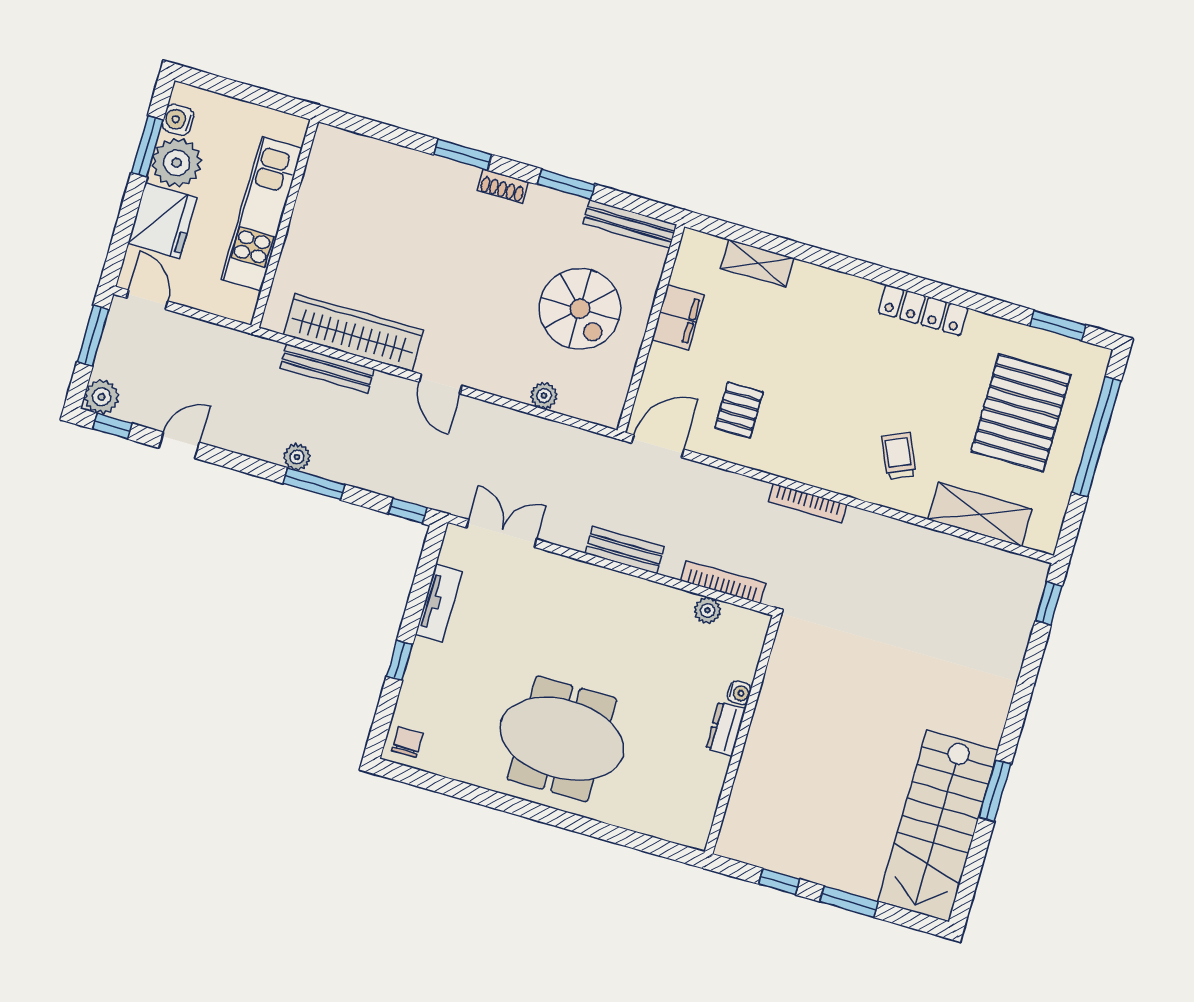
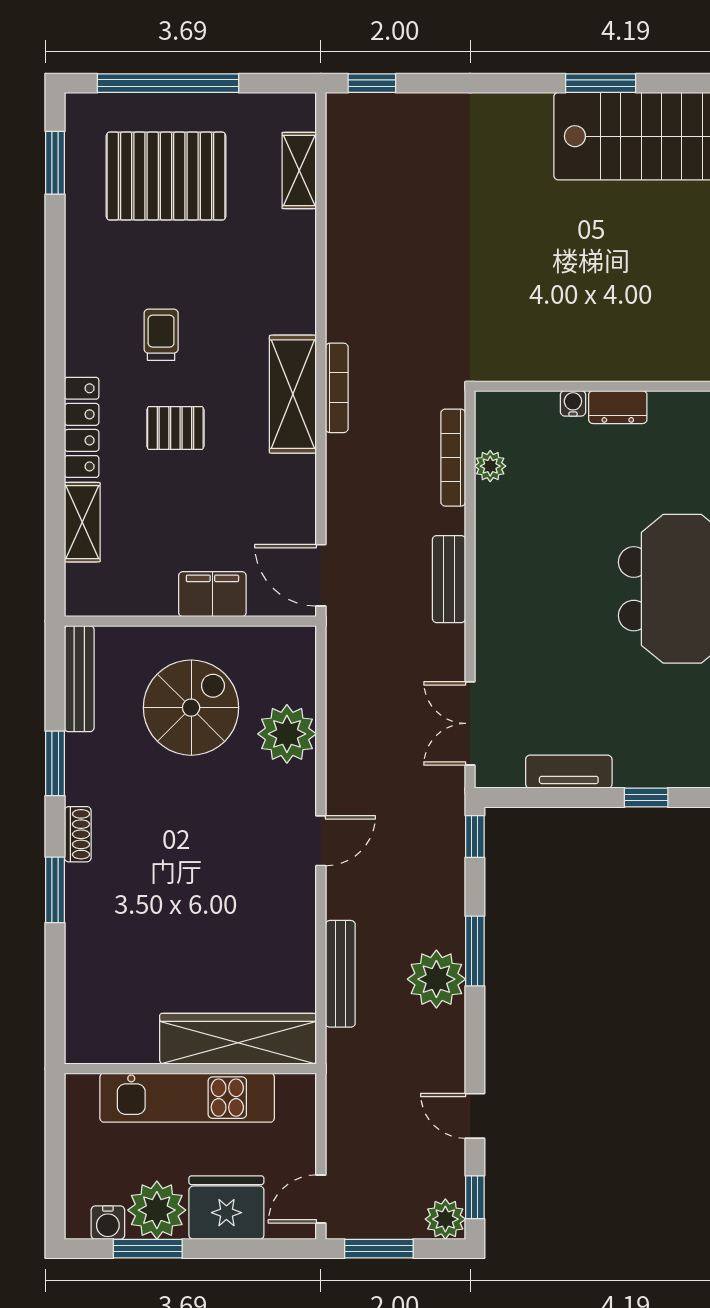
locker: (923, 310) -> (82, 427), moved
filing cabinet: (678, 317) -> (212, 594), moved
wardrobe: (353, 332) -> (238, 1039), moved, turned 90
plant: (544, 396) -> (287, 734), width x1.88, depth x1.88
pallet: (739, 410) -> (175, 428), moved
trolley: (899, 456) -> (161, 335), moved, turned 114
plant: (297, 457) -> (436, 979), width x1.88, depth x1.88
shelving: (813, 466) -> (293, 394), added
shelving: (980, 514) -> (299, 170), width x0.67, depth x0.75

